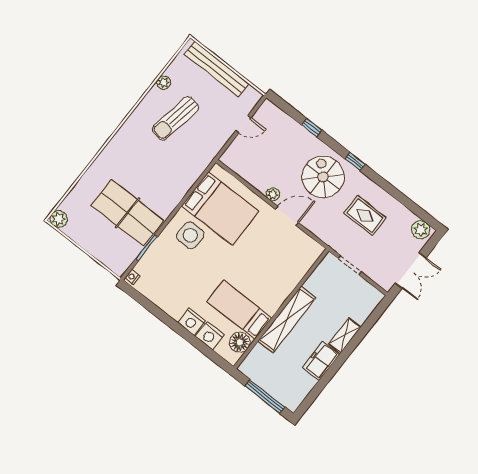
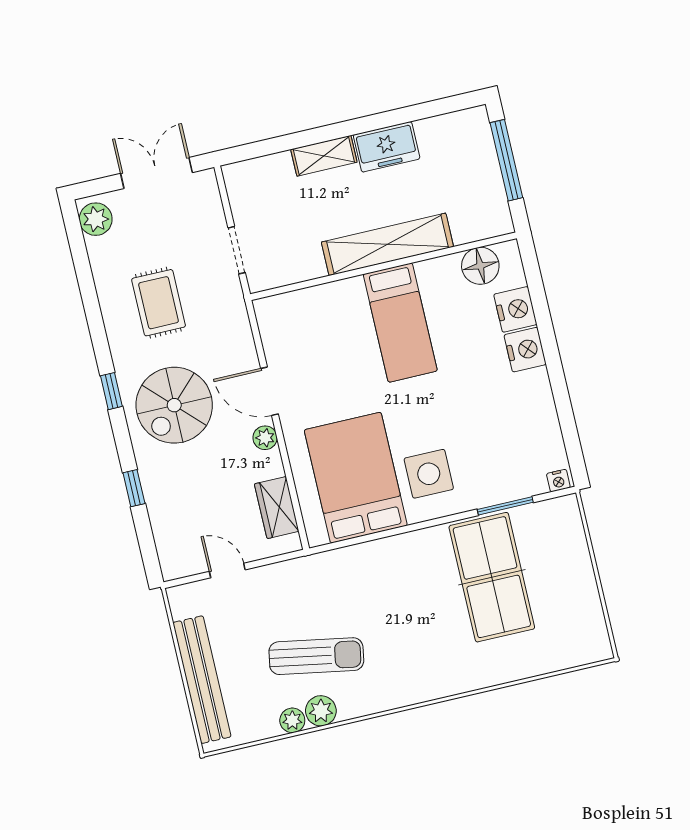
wardrobe: (244, 168) -> (277, 508), added
plant: (59, 219) -> (321, 711), moved
bed: (239, 310) -> (400, 323), moved

